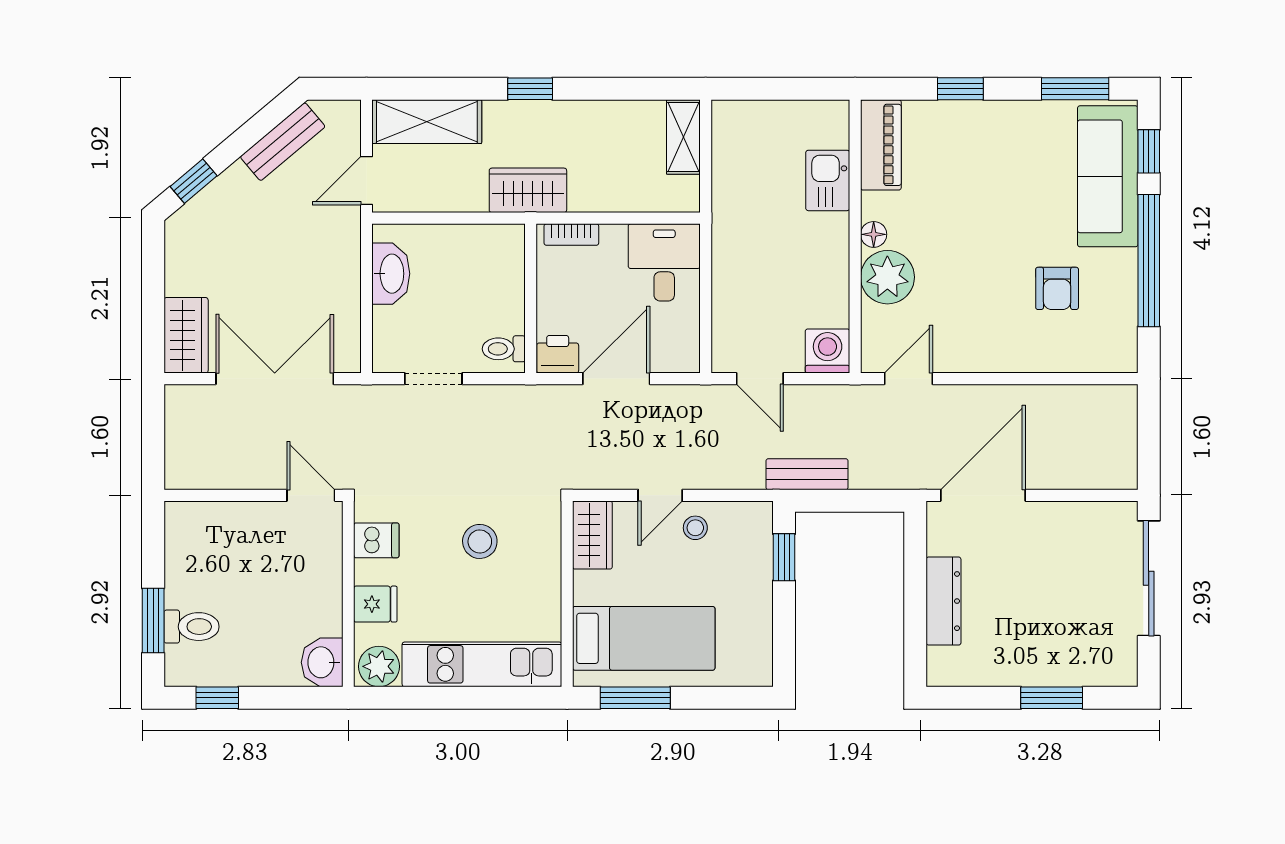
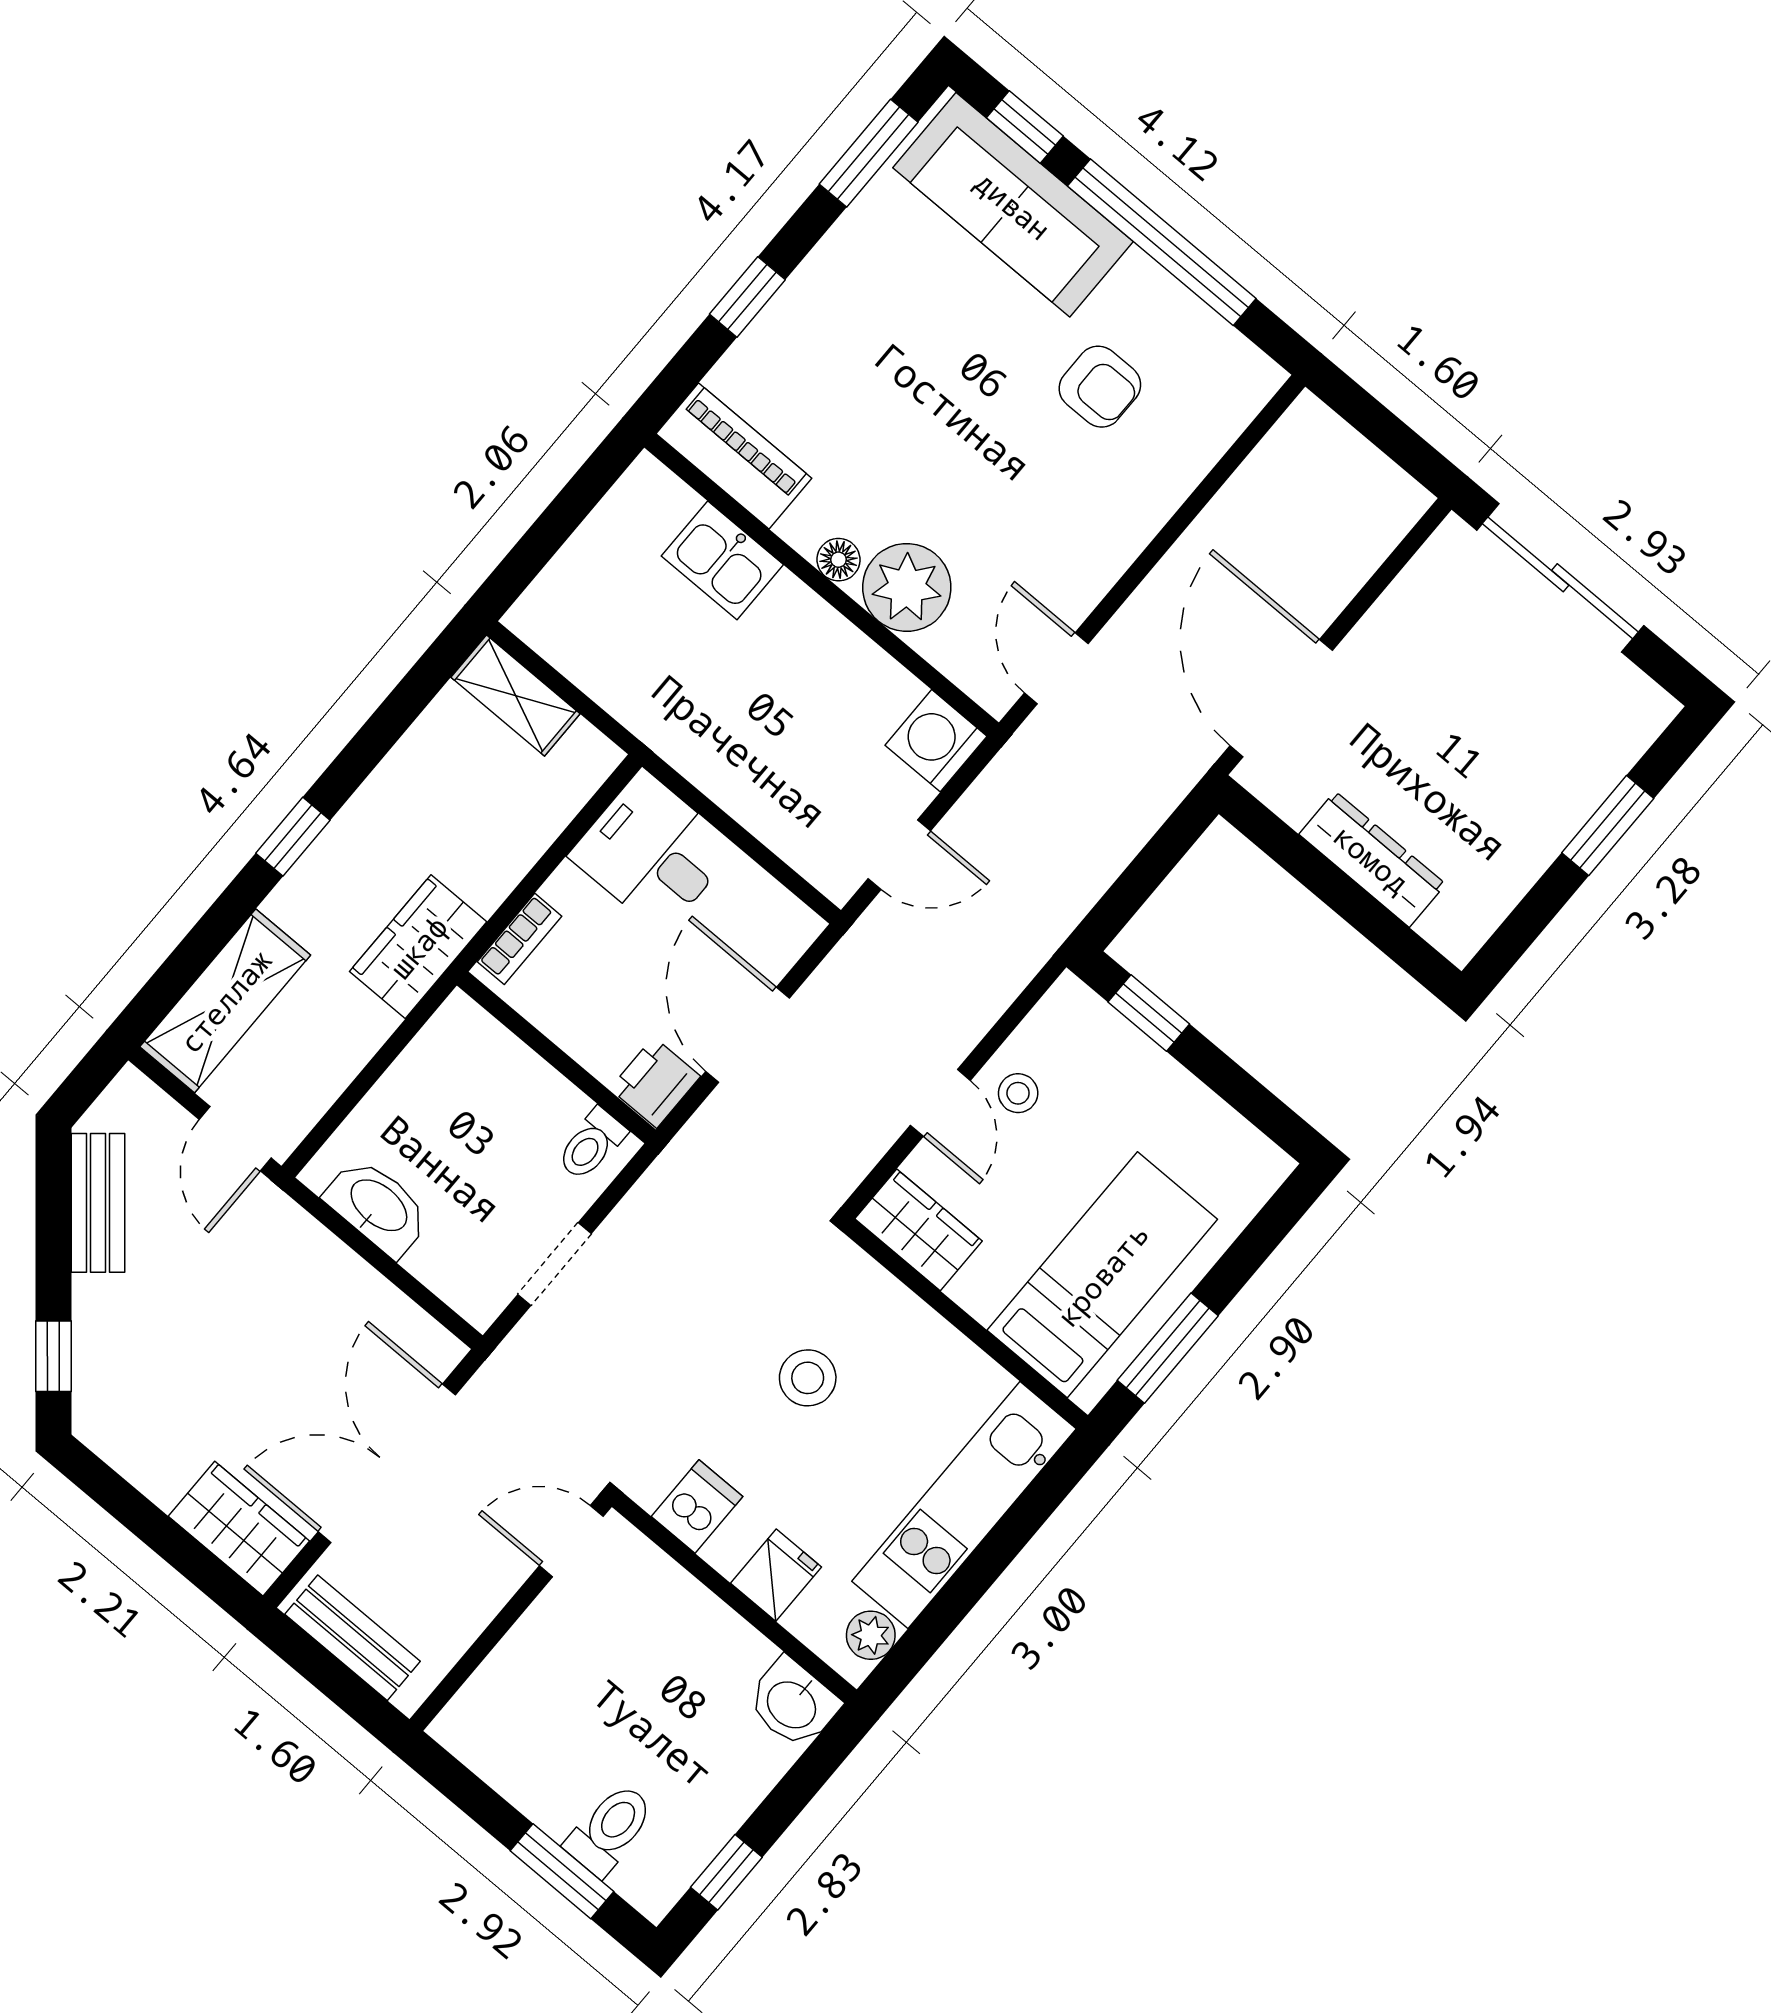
bench: (807, 474) -> (353, 1638), moved, turned 90
plant: (379, 666) -> (871, 1635), width x0.73, depth x0.73

